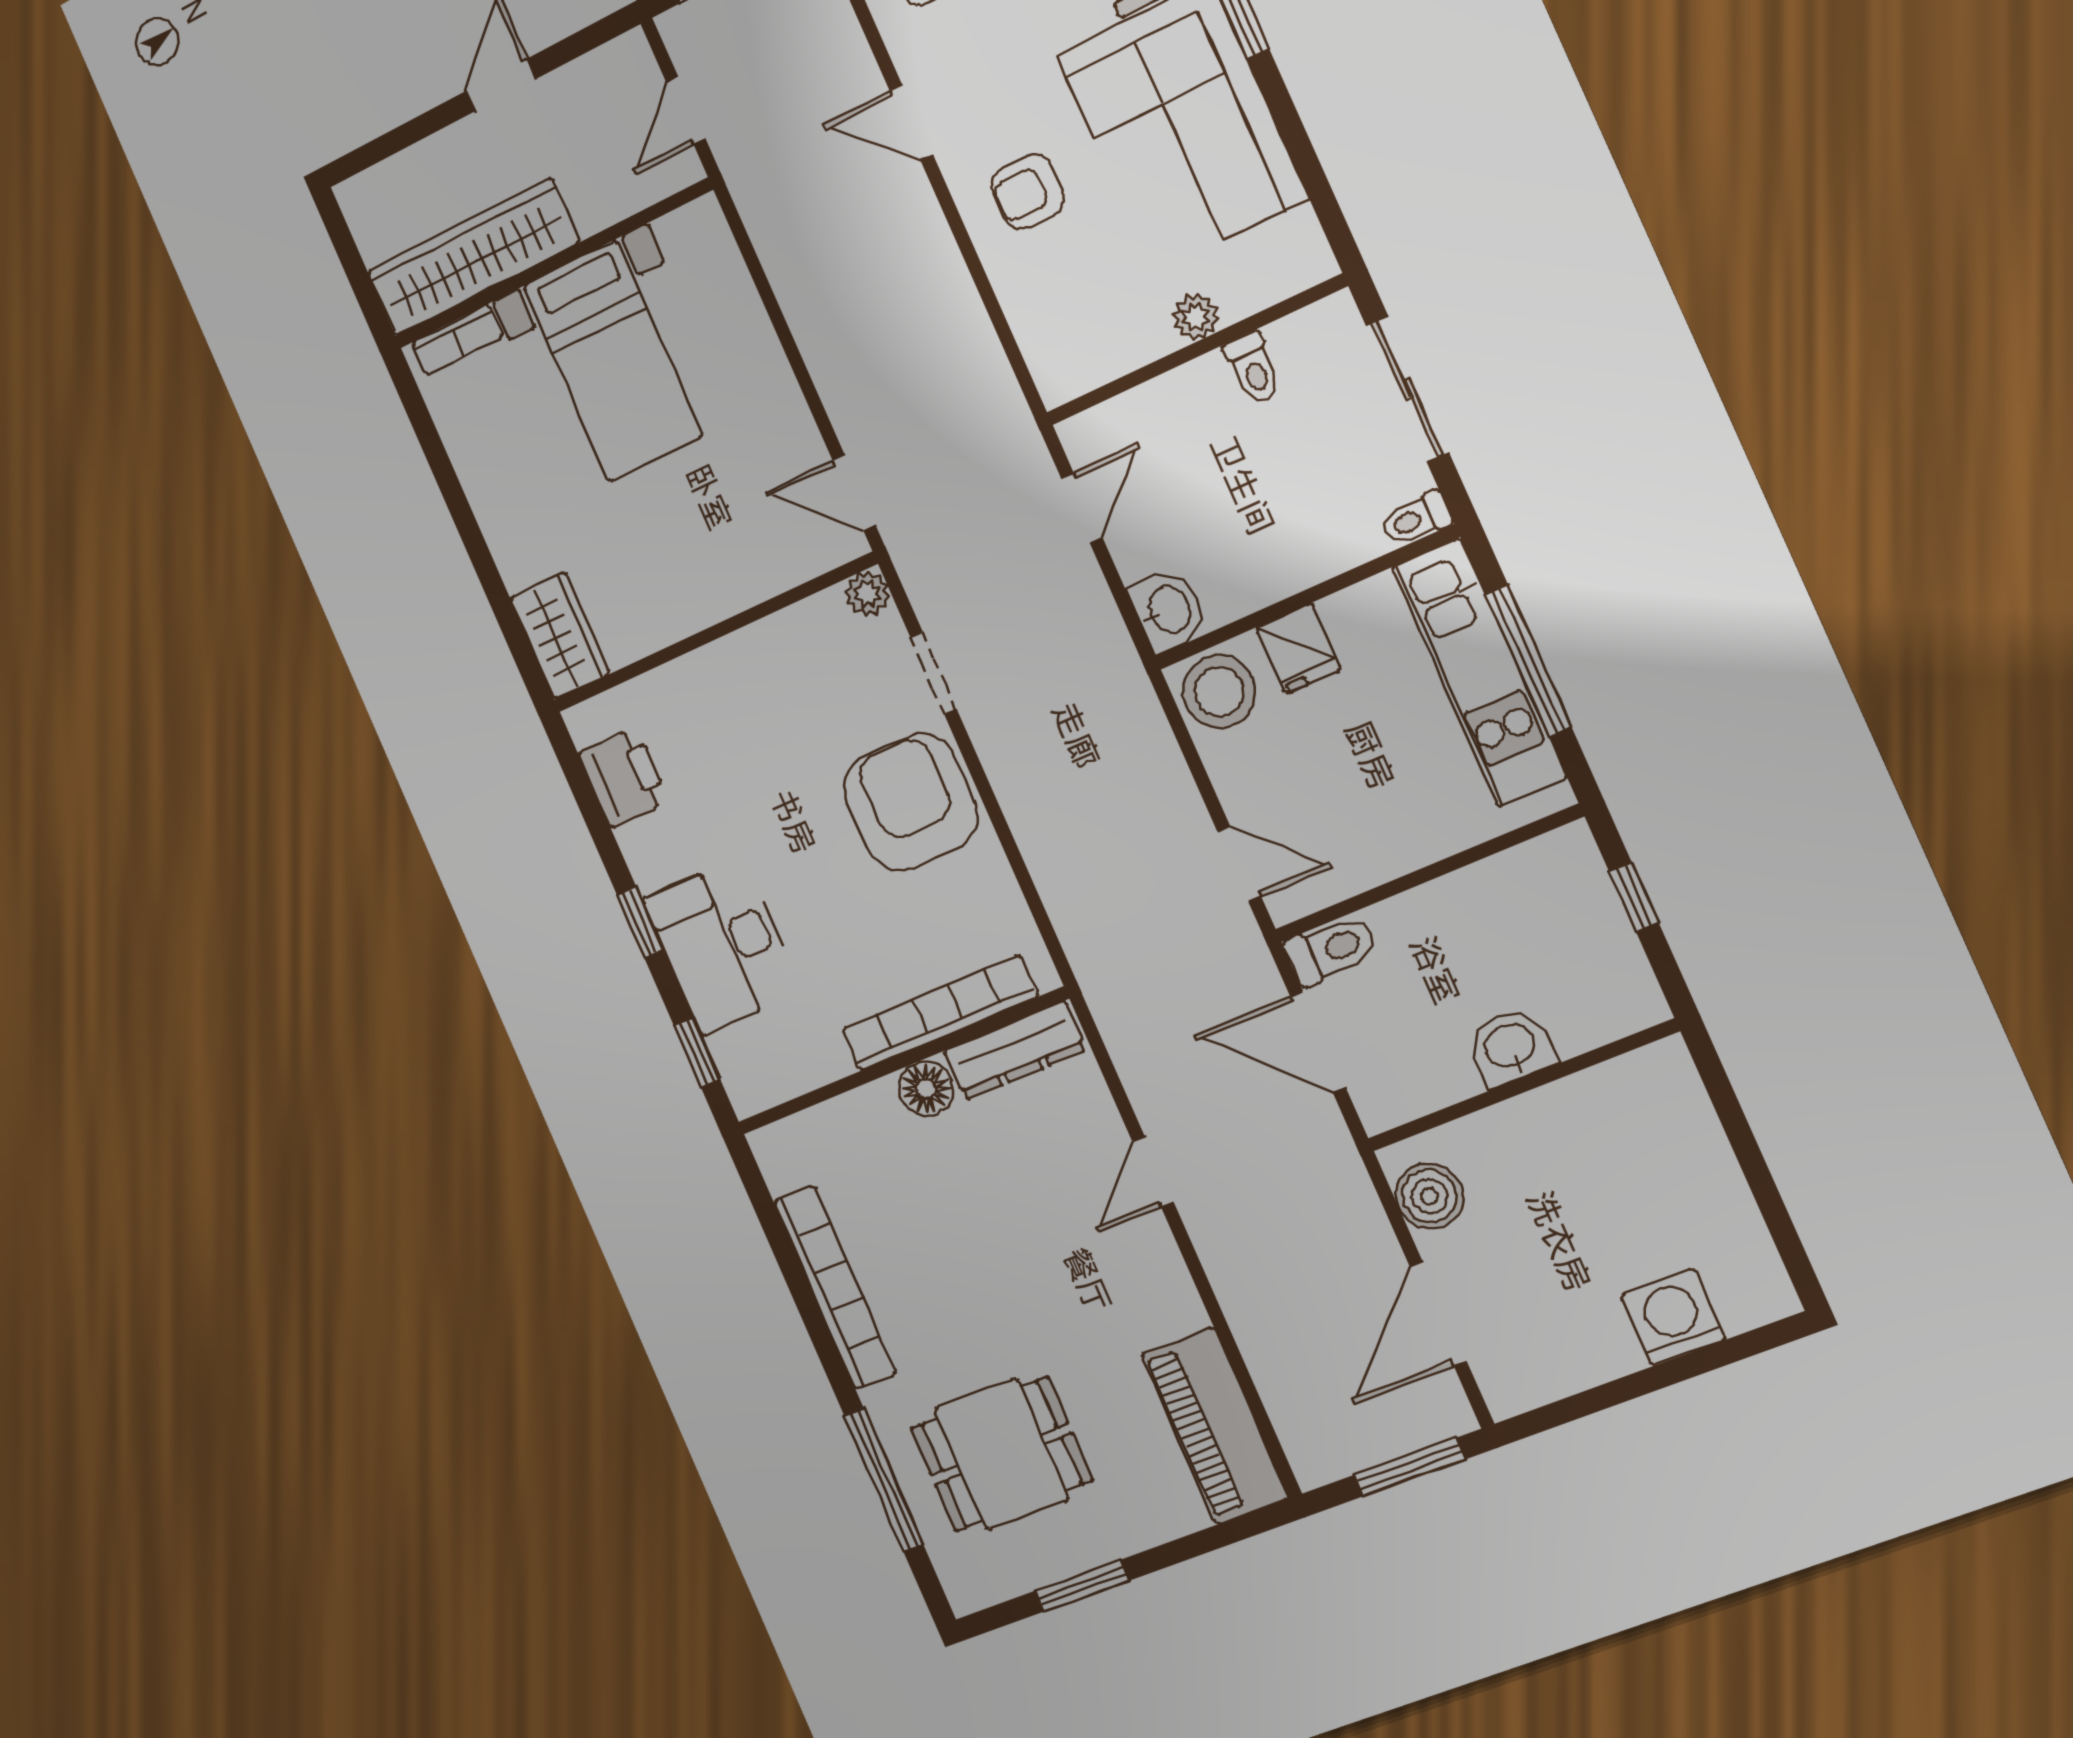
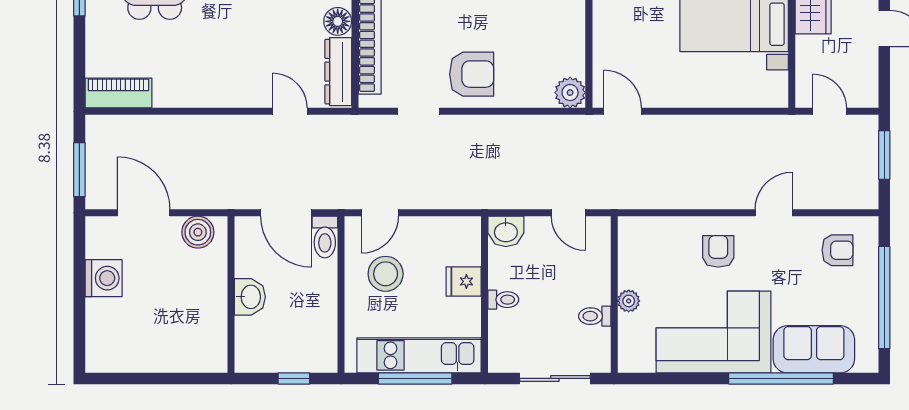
door: (854, 493) -> (622, 111), hinge flipped
toilet: (1416, 519) -> (503, 300), moved, turned 90
plant: (867, 594) -> (570, 93), width x1.38, depth x1.38
doorway: (934, 673) -> (419, 111), moved
stool: (1219, 691) -> (386, 274), moved
armchair: (911, 802) -> (472, 74), width x0.73, depth x0.73
door: (1318, 1042) -> (286, 213), swing flipped
door: (1153, 1172) -> (290, 111), moved
washing machine: (1673, 1317) -> (104, 278), moved
piano: (1215, 1426) -> (118, 93), width x0.73, depth x0.75

